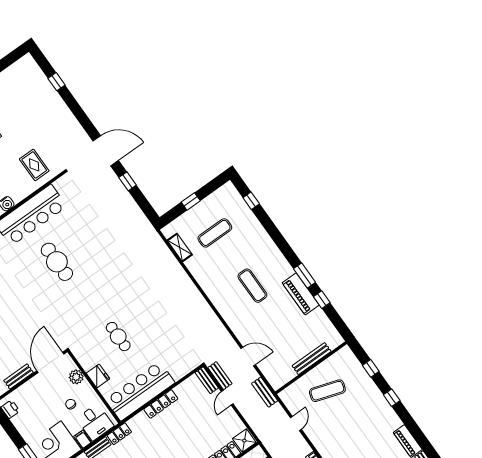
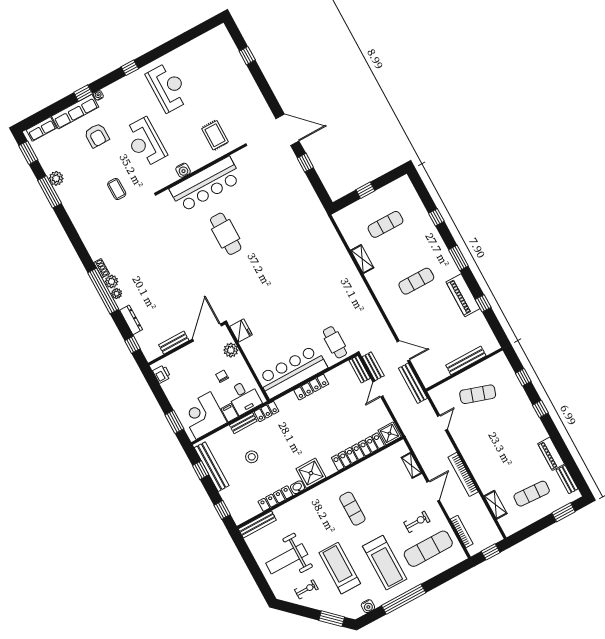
window: (251, 201) -> (436, 217), moved
shelving: (180, 248) -> (362, 259), moved
window: (304, 276) -> (458, 258), moved
exercise mat: (252, 286) -> (416, 281), turned 90
cafe table: (118, 337) -> (335, 342), moved
fridge: (98, 376) -> (241, 331), moved
bench: (265, 392) -> (413, 383), width x1.36

